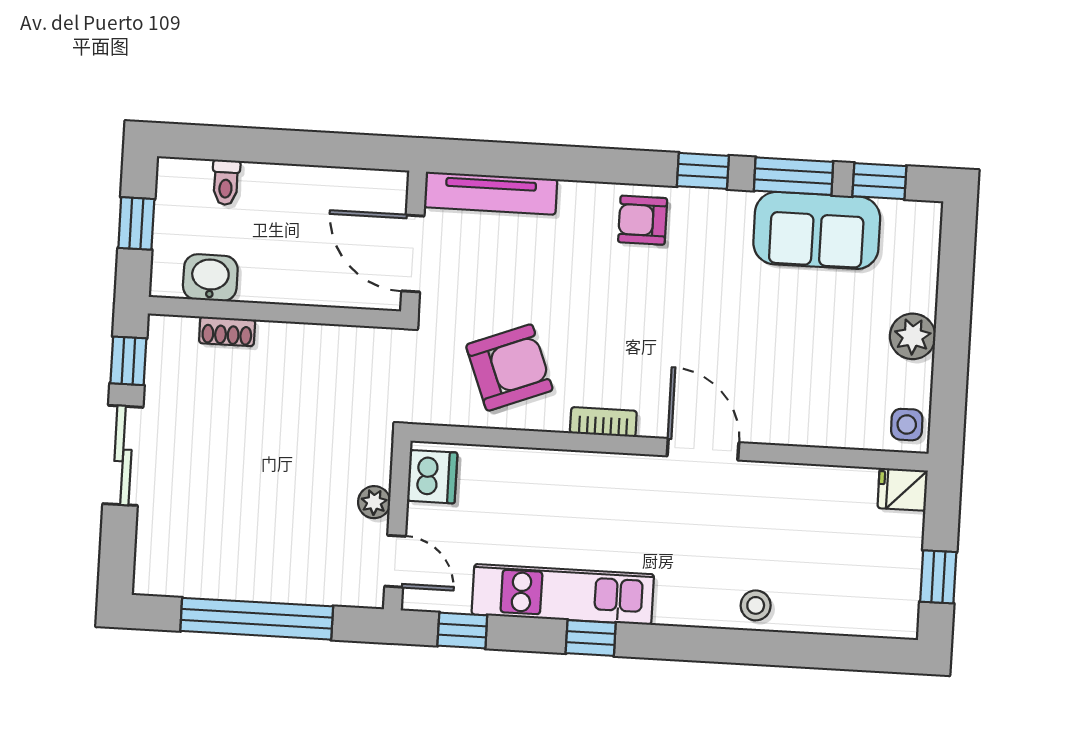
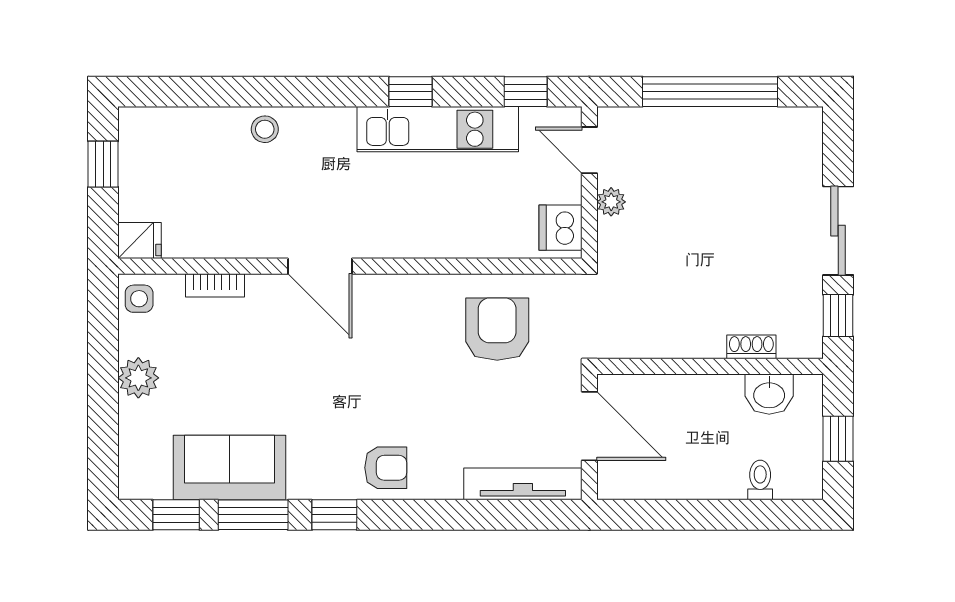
armchair: (509, 368) -> (497, 329), turned 111
bookcase: (603, 422) -> (215, 285), moved

